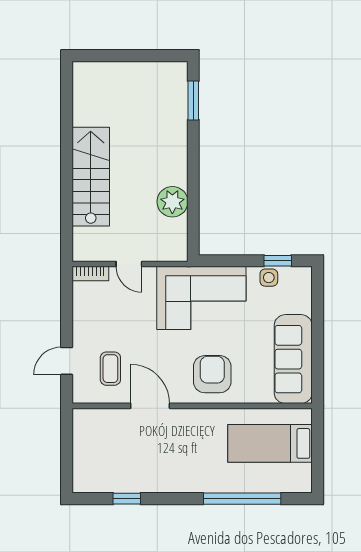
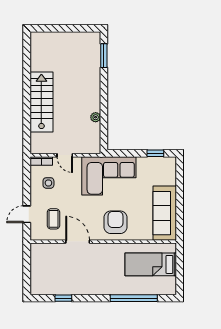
plant: (172, 202) -> (96, 117), width x0.53, depth x0.53
side table: (269, 278) -> (48, 183), moved

